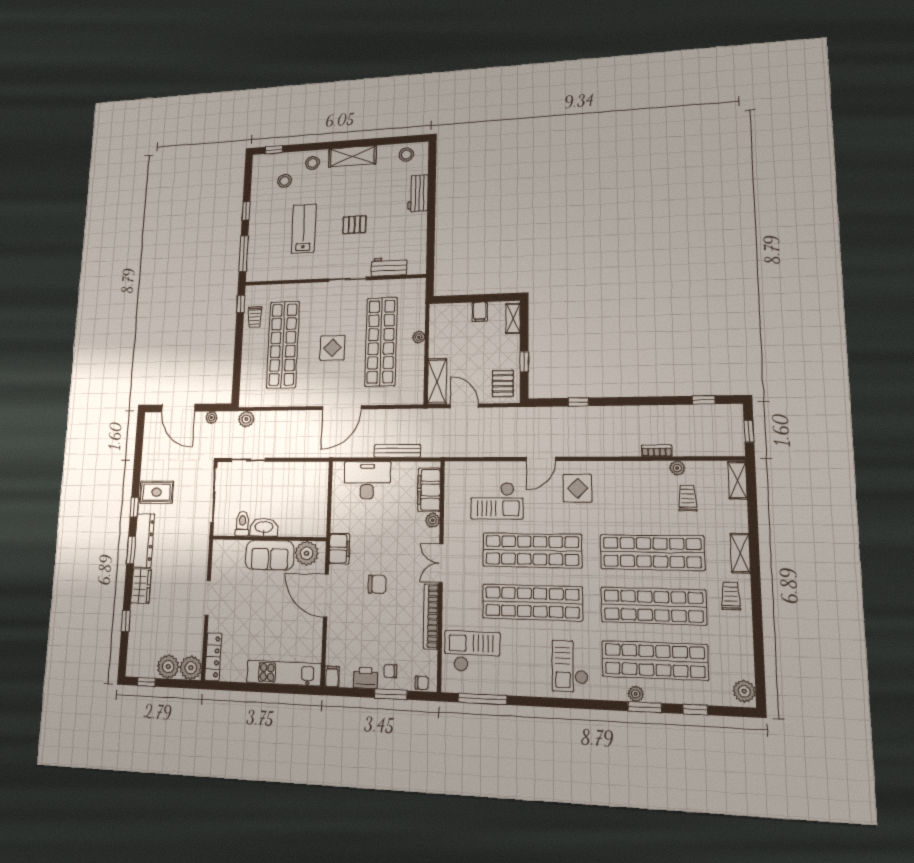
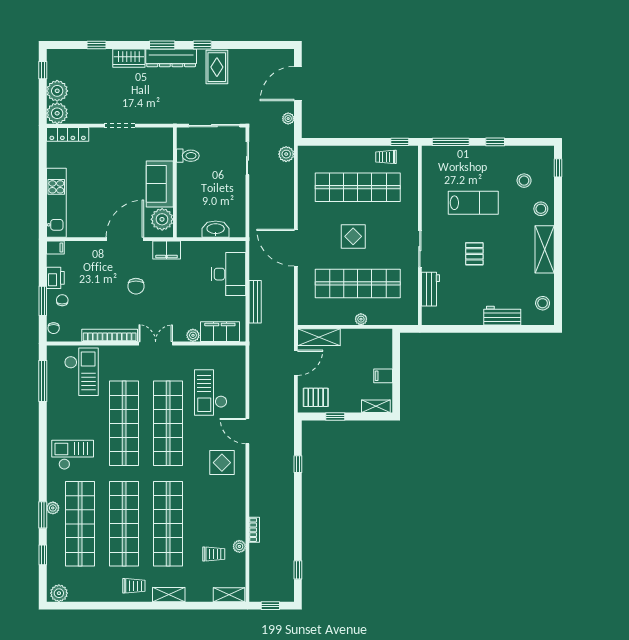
washbasin: (264, 527) -> (216, 229), moved, turned -90

